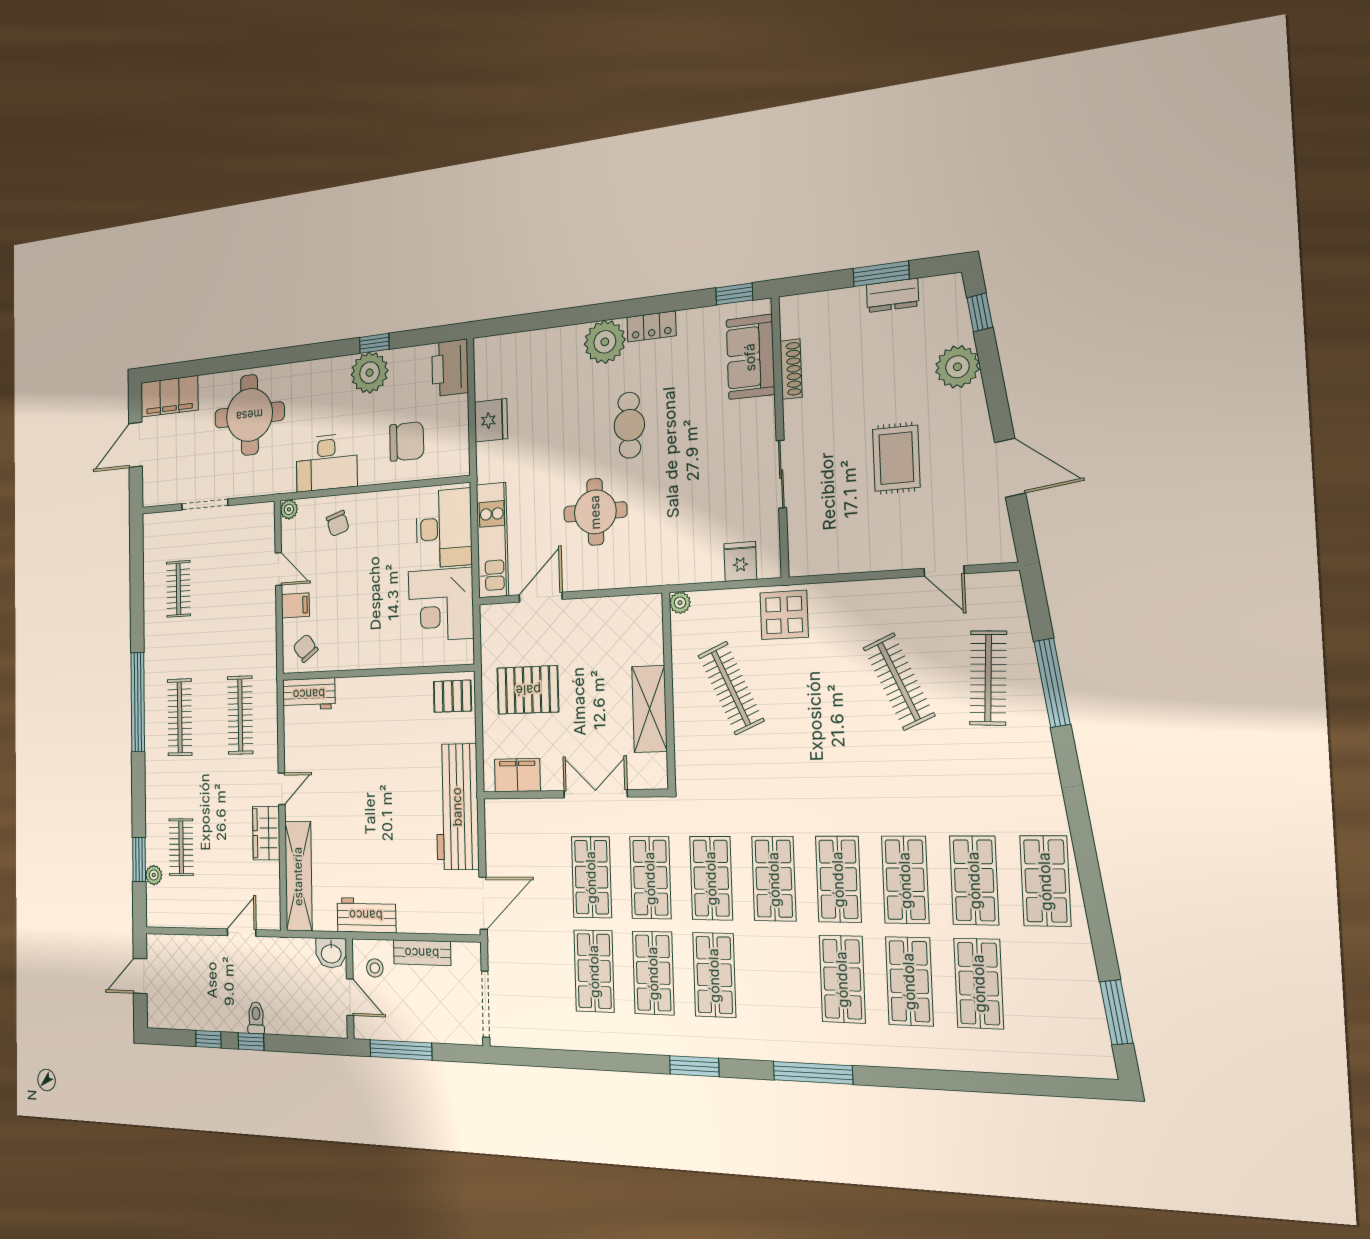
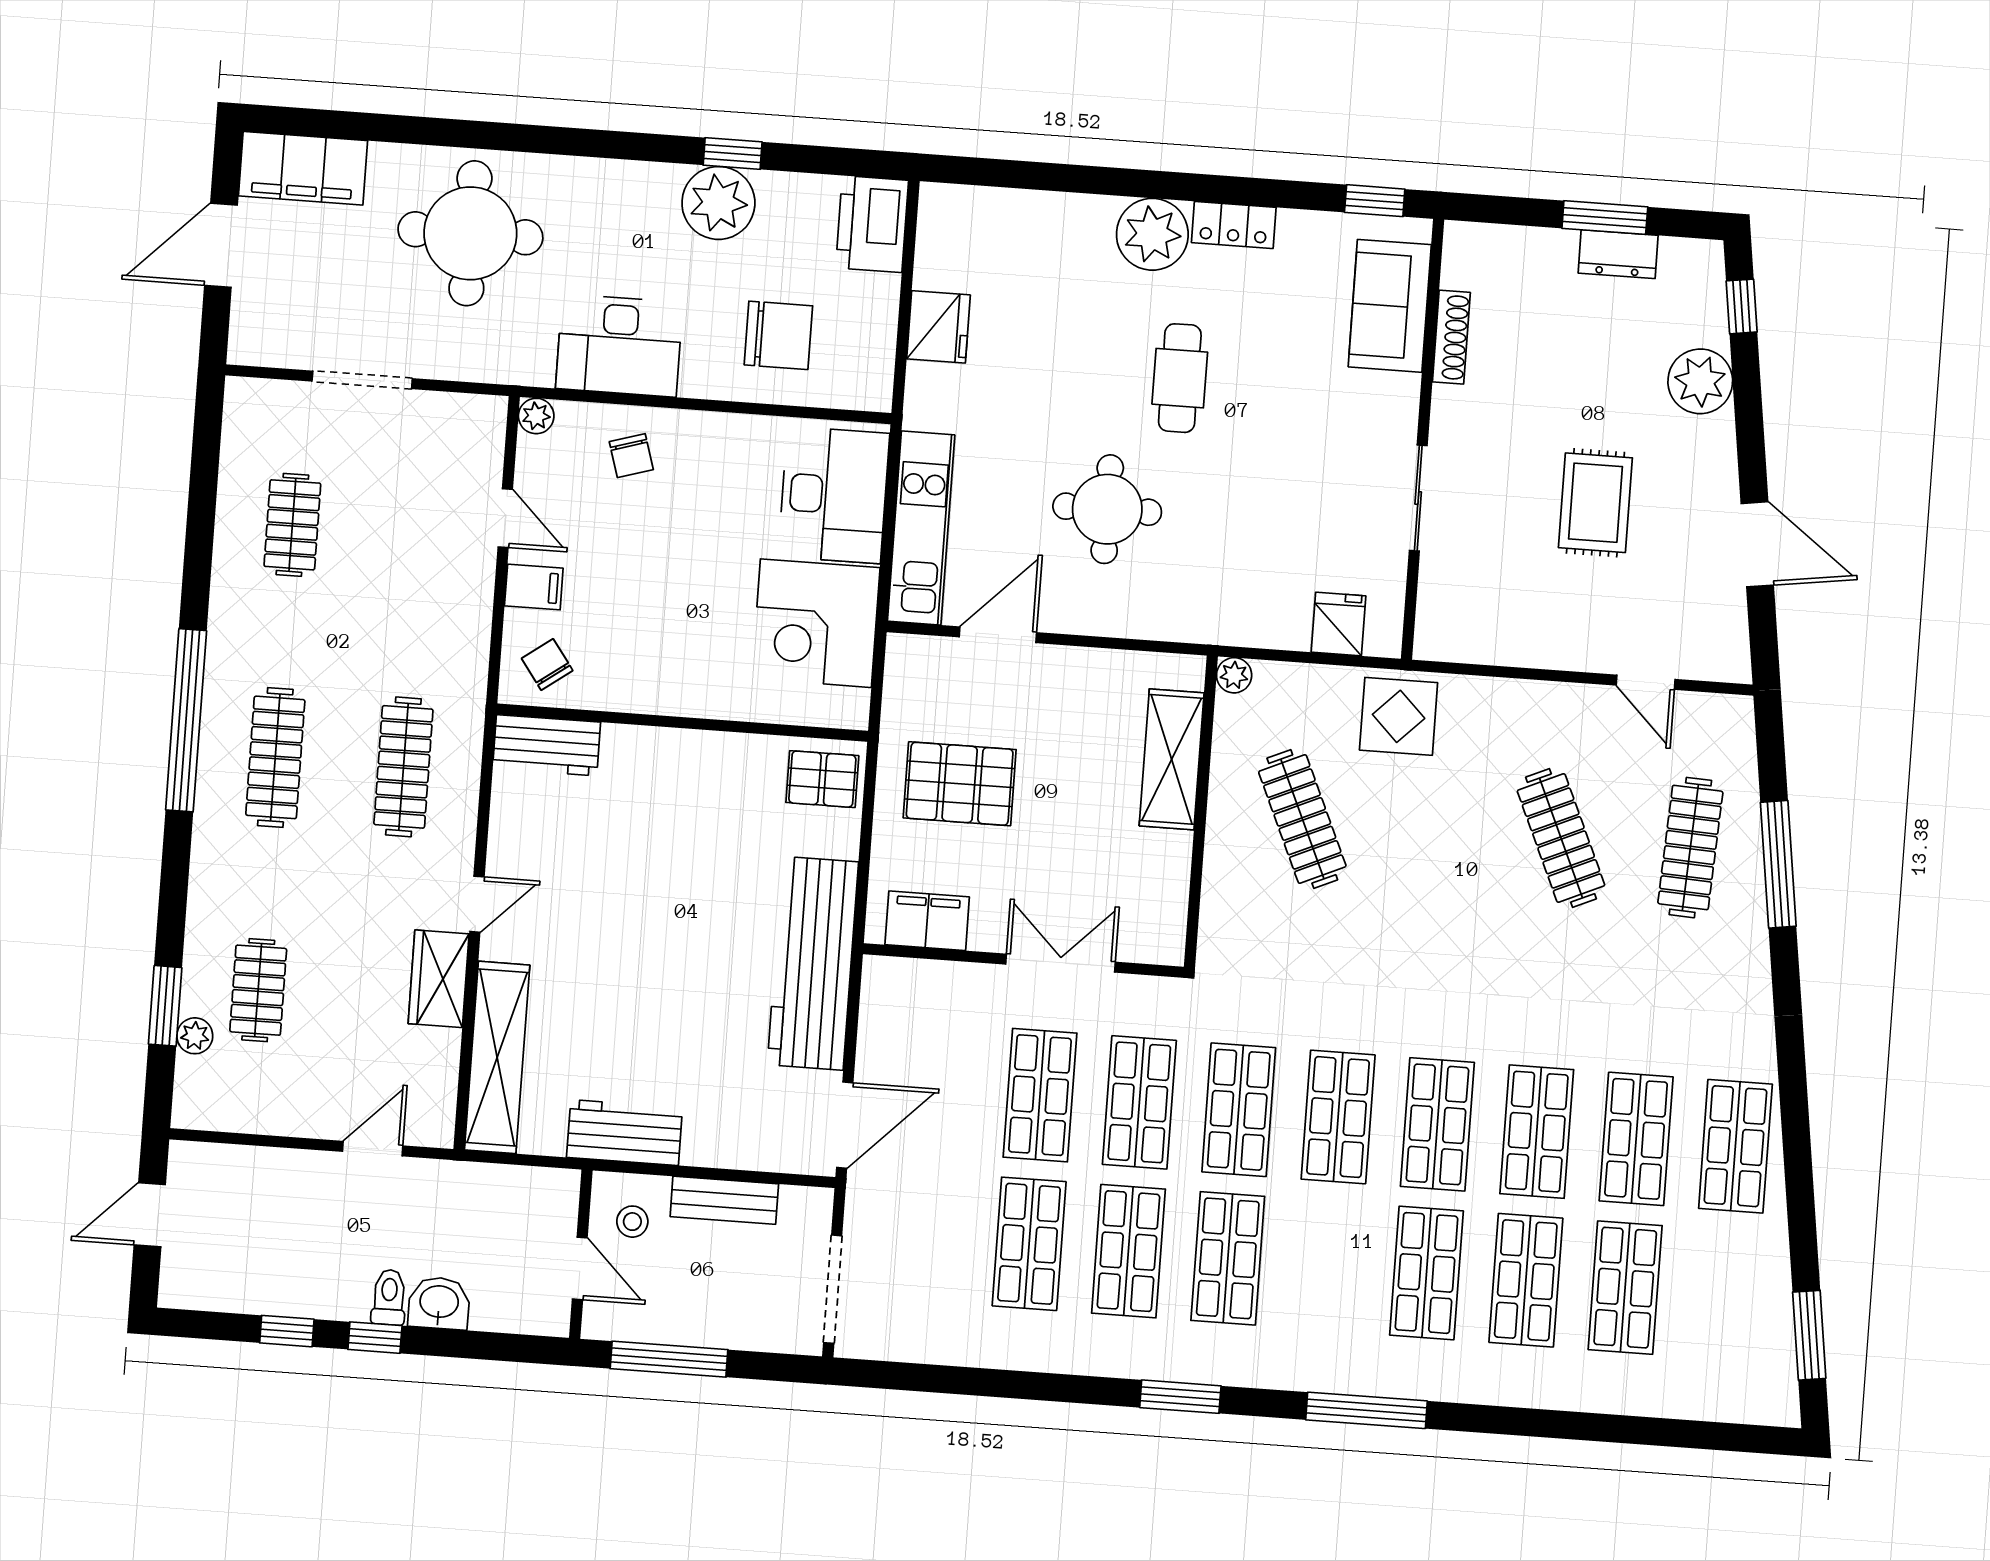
shelving: (650, 709) -> (1172, 759), moved
washbasin: (331, 953) -> (439, 1303), moved, turned 180

